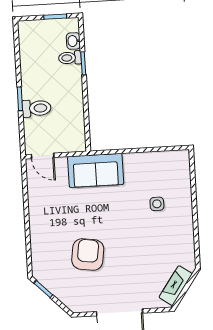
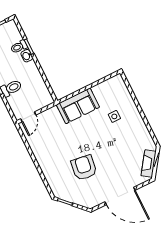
washbasin: (73, 41) -> (27, 56), moved
door: (43, 156) -> (28, 117), hinge flipped
sofa: (96, 170) -> (78, 106), moved

